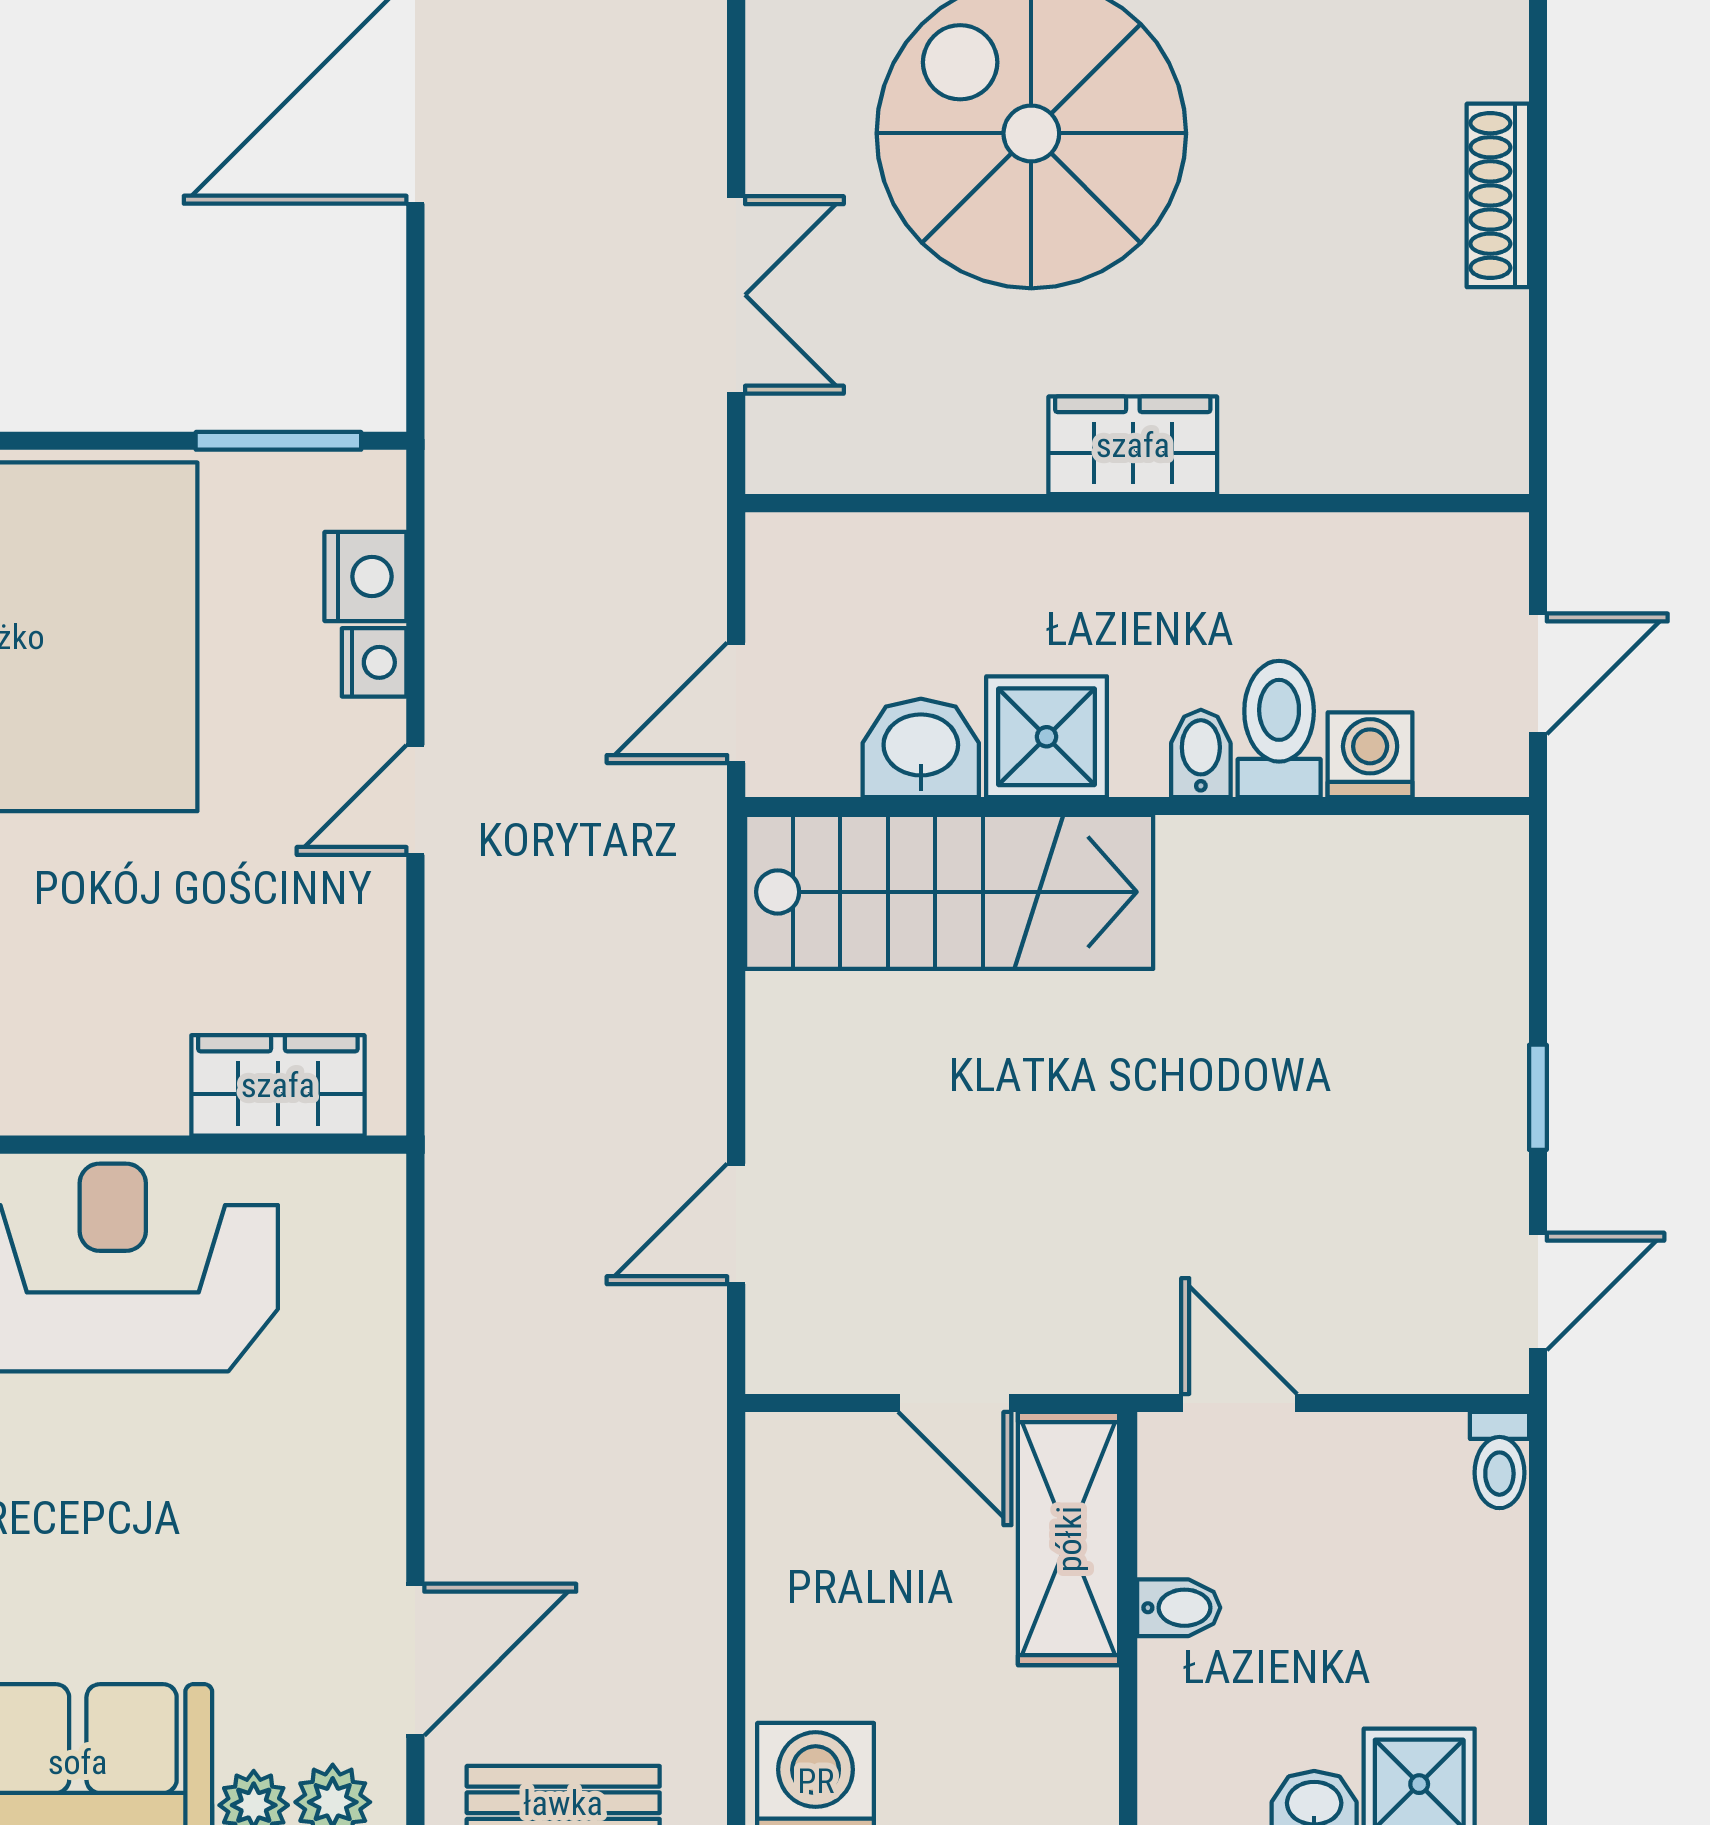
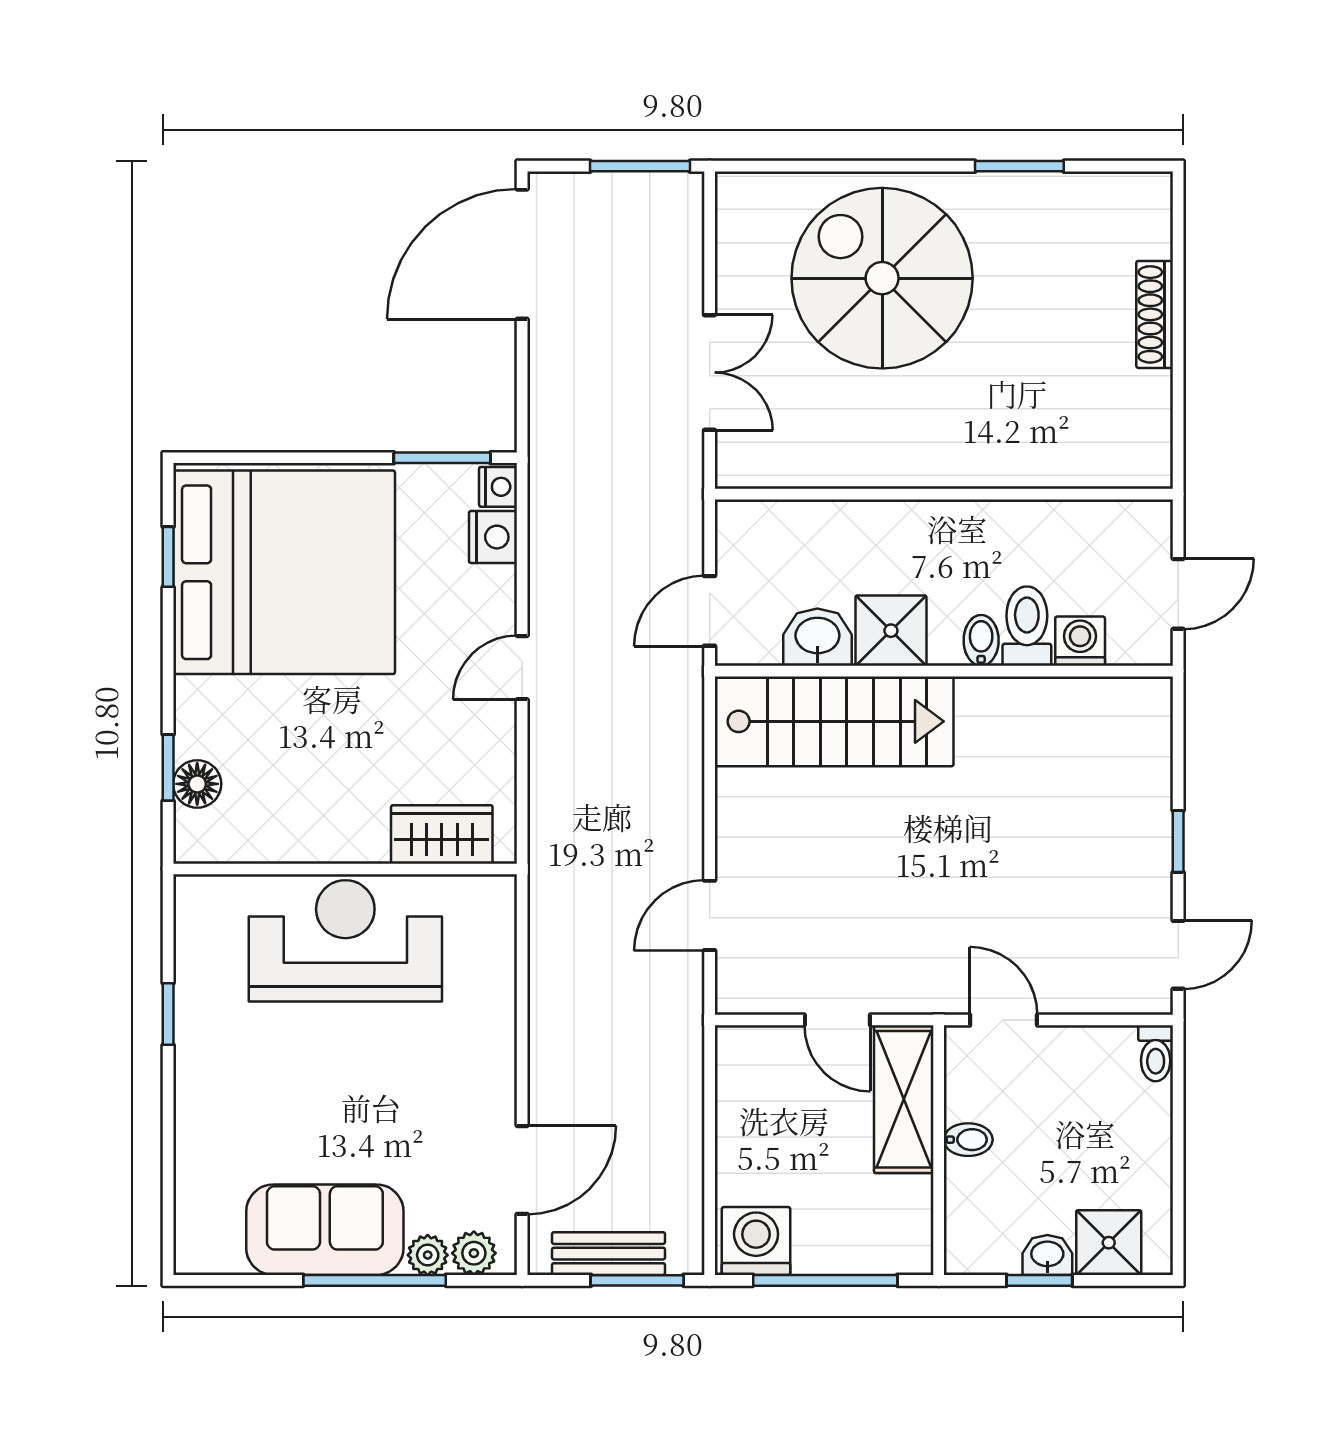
wardrobe: (1133, 445) -> (941, 460), removed
nightstand: (374, 662) -> (498, 487), moved

